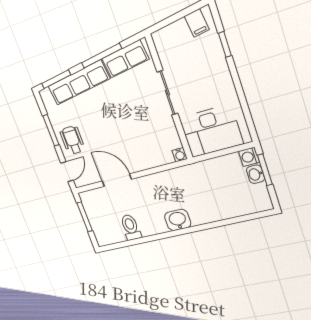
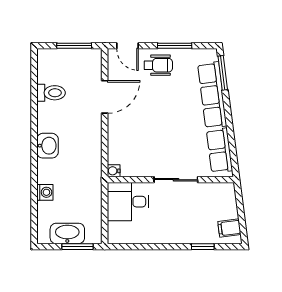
window: (101, 56) -> (230, 128), removed
desk: (211, 131) -> (128, 202), width x0.73
washing machine: (249, 157) -> (45, 192), moved, turned 90
washbasin: (255, 174) -> (67, 233), width x1.91, depth x1.45

